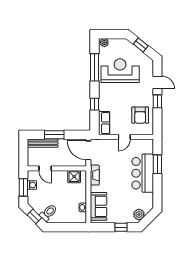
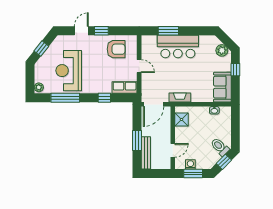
sofa: (99, 206) -> (222, 87), moved, turned -90

